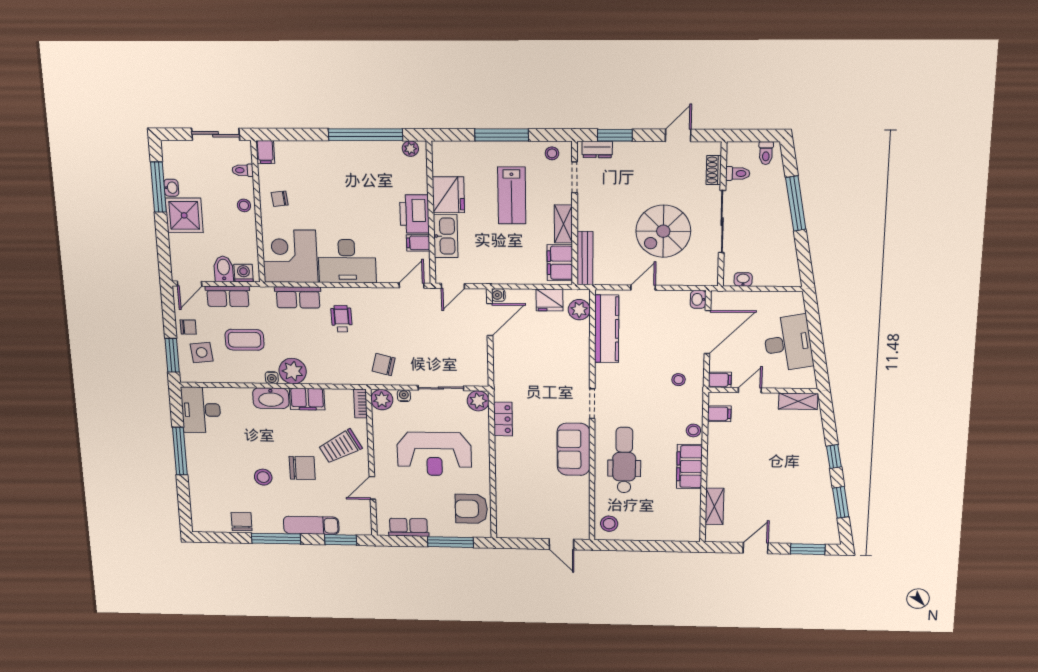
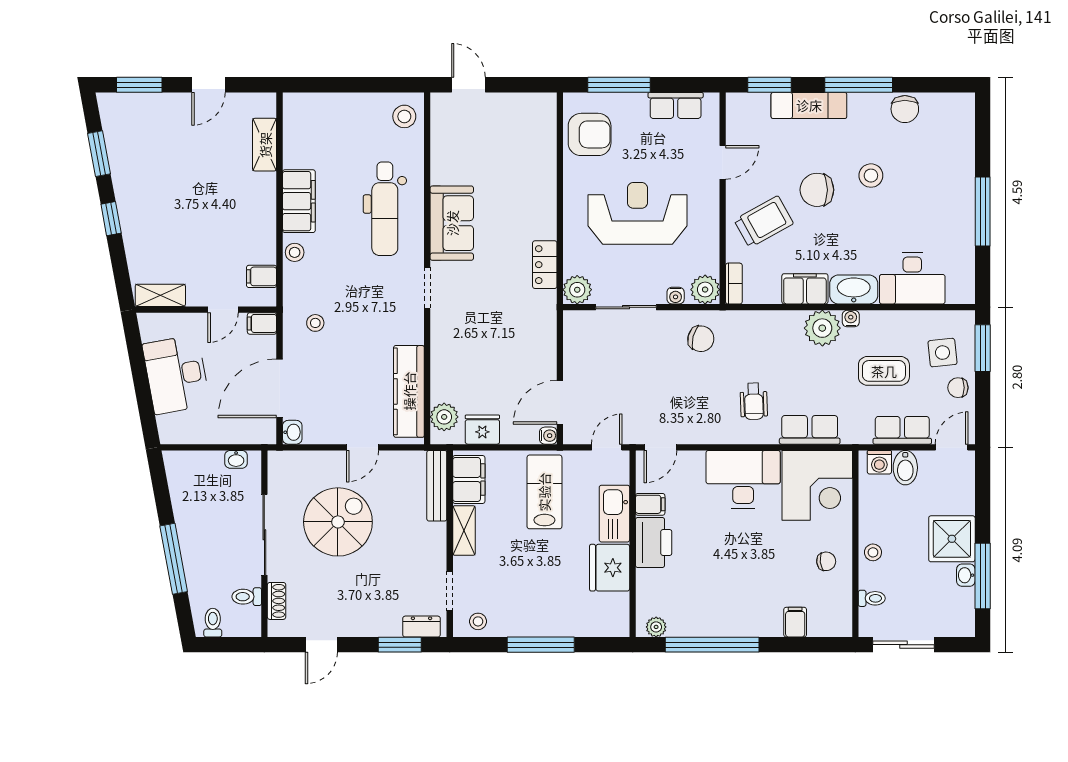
filing cabinet: (265, 152) -> (795, 622), moved
lab bench: (512, 195) -> (544, 492), moved
desk: (201, 410) -> (912, 278), moved, turned 90

